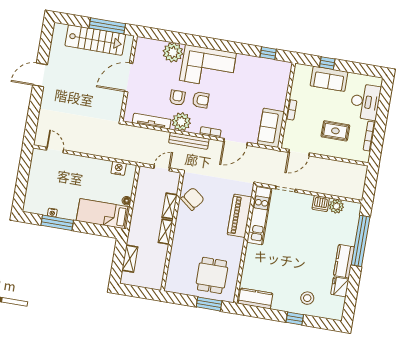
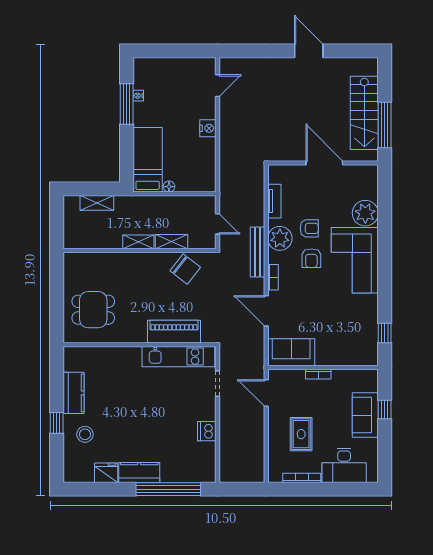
tv unit: (152, 121) -> (274, 201), width x0.71
nightstand: (119, 168) -> (208, 128), moved
plant: (336, 206) -> (207, 451), removed
kitchen counter: (256, 298) -> (74, 393), moved
window: (209, 304) -> (57, 312), removed

